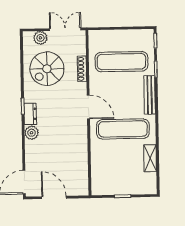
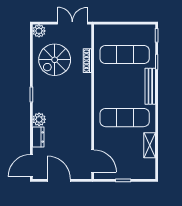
plant: (40, 38) -> (39, 31), moved
door: (88, 107) -> (93, 161), moved
dresser: (30, 114) -> (38, 137), moved

